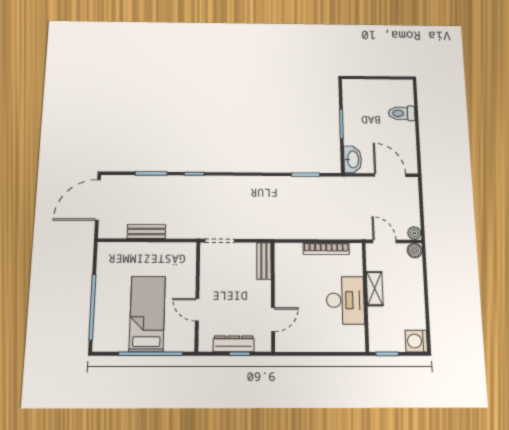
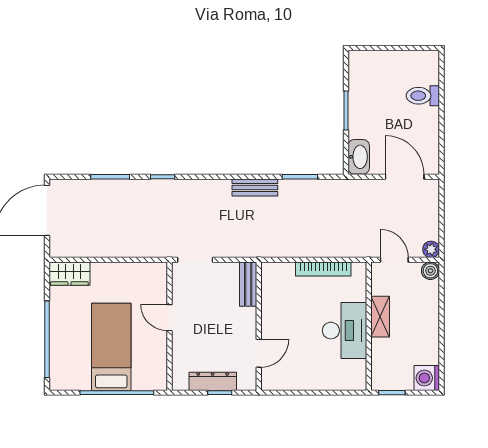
bench: (146, 232) -> (255, 187), moved
wardrobe: (114, 252) -> (69, 274), added
door: (197, 310) -> (169, 318), moved

